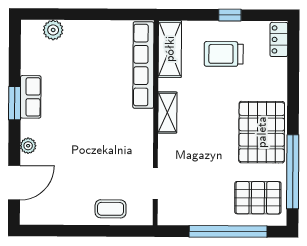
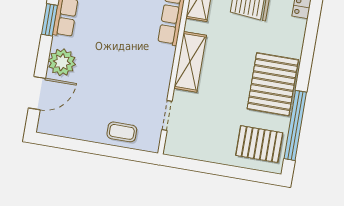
shelving: (167, 112) -> (190, 62), width x1.50, depth x1.33
plant: (28, 146) -> (62, 62), width x1.87, depth x1.87
window: (228, 231) -> (227, 171), removed

